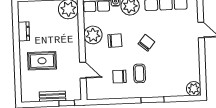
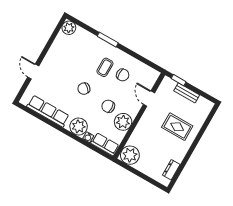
dresser: (24, 31) -> (171, 170), moved

